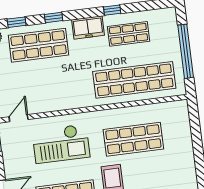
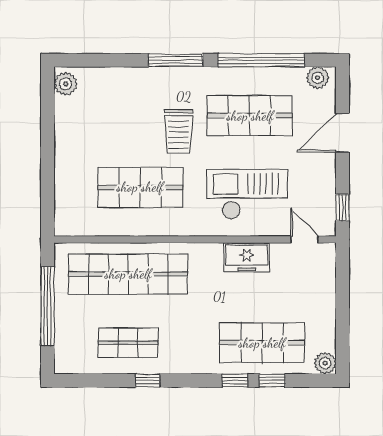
window: (17, 22) -> (272, 381), moved
freezer: (88, 27) -> (247, 257), moved, turned 180
door: (19, 118) -> (305, 239), swing flipped

